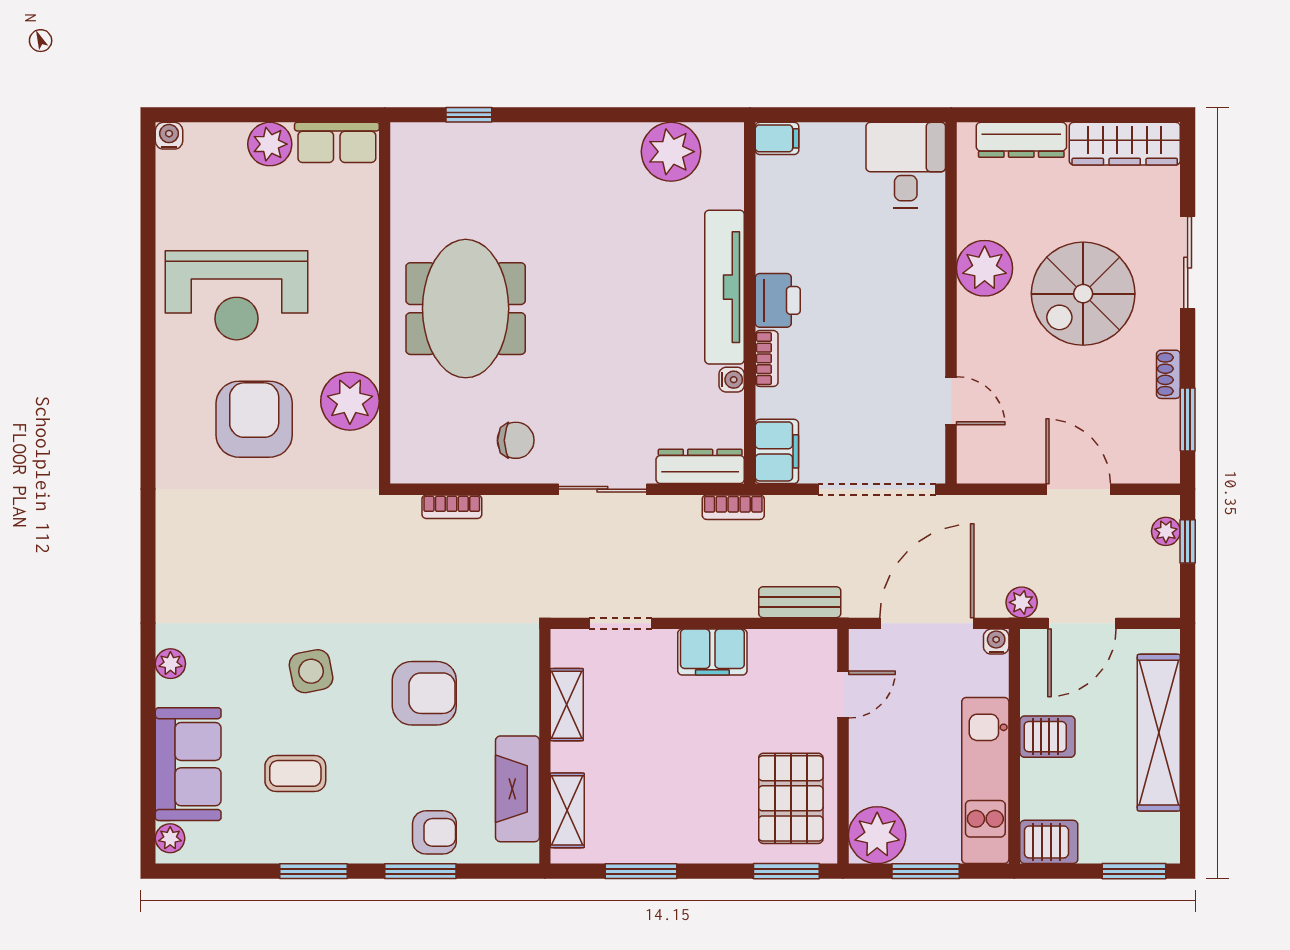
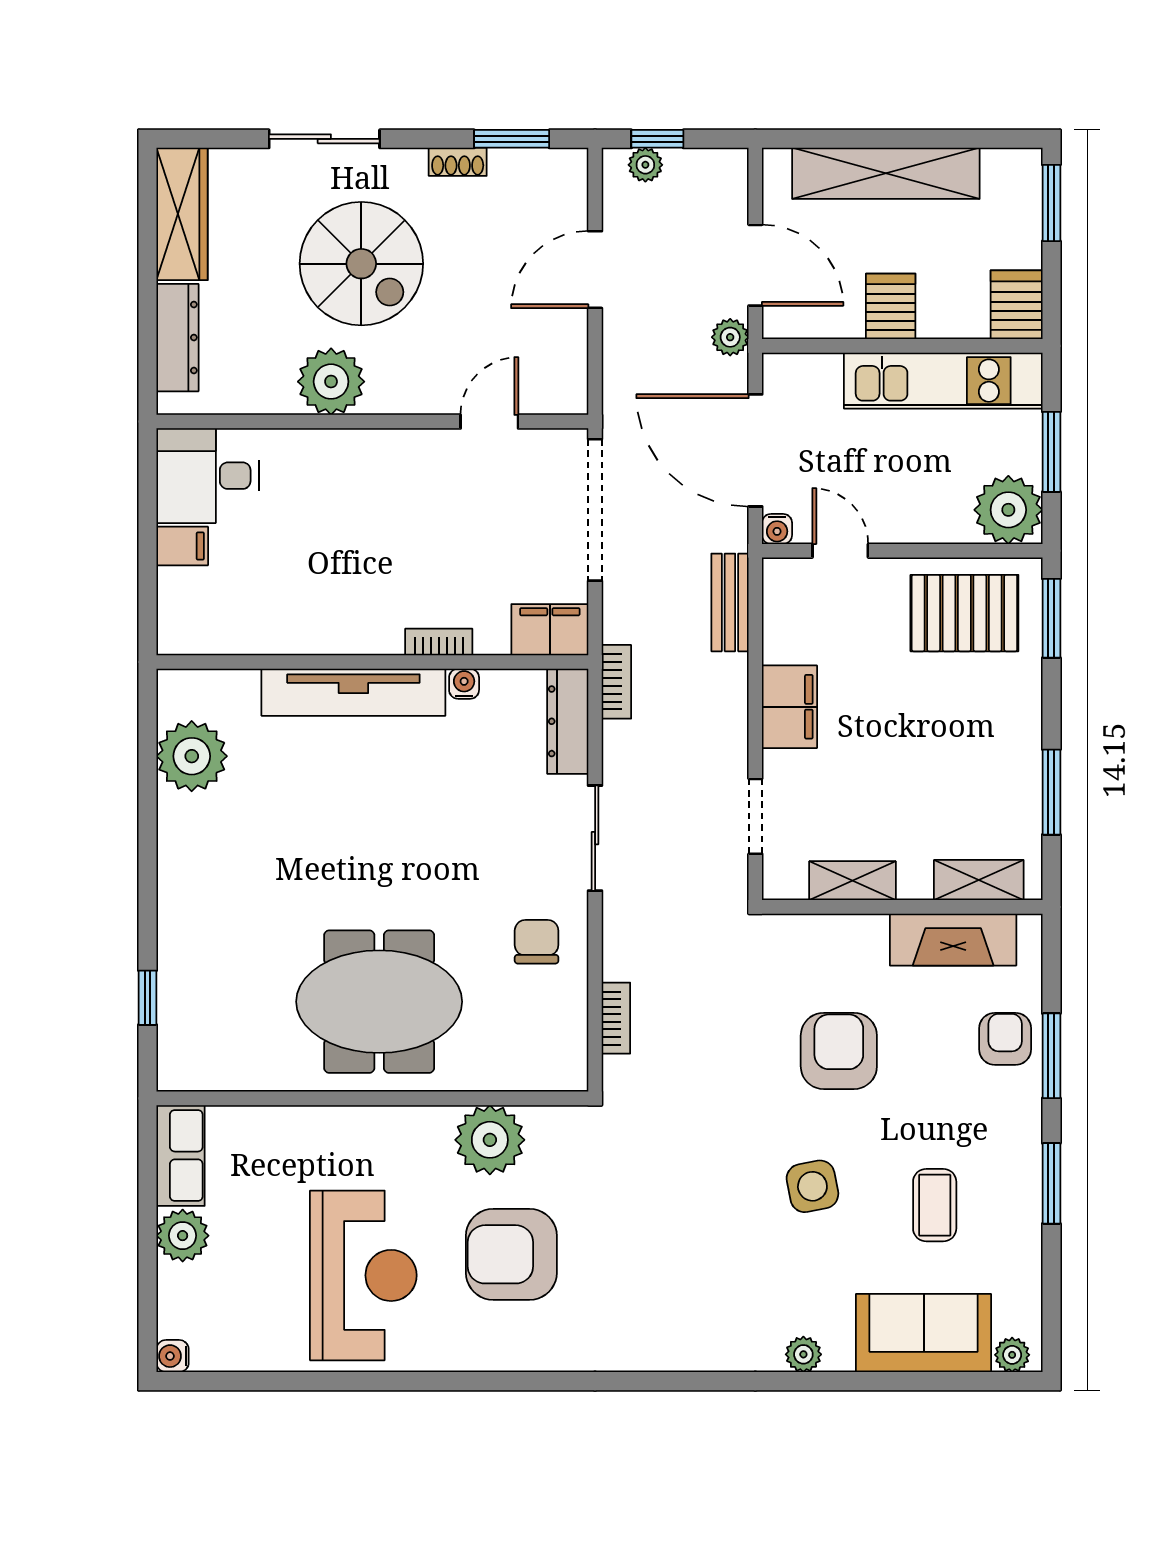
filing cabinet: (777, 138) -> (182, 546), moved, turned 90
printer: (778, 300) -> (369, 629), removed
water cooler: (996, 642) -> (777, 529), moved, turned -90

